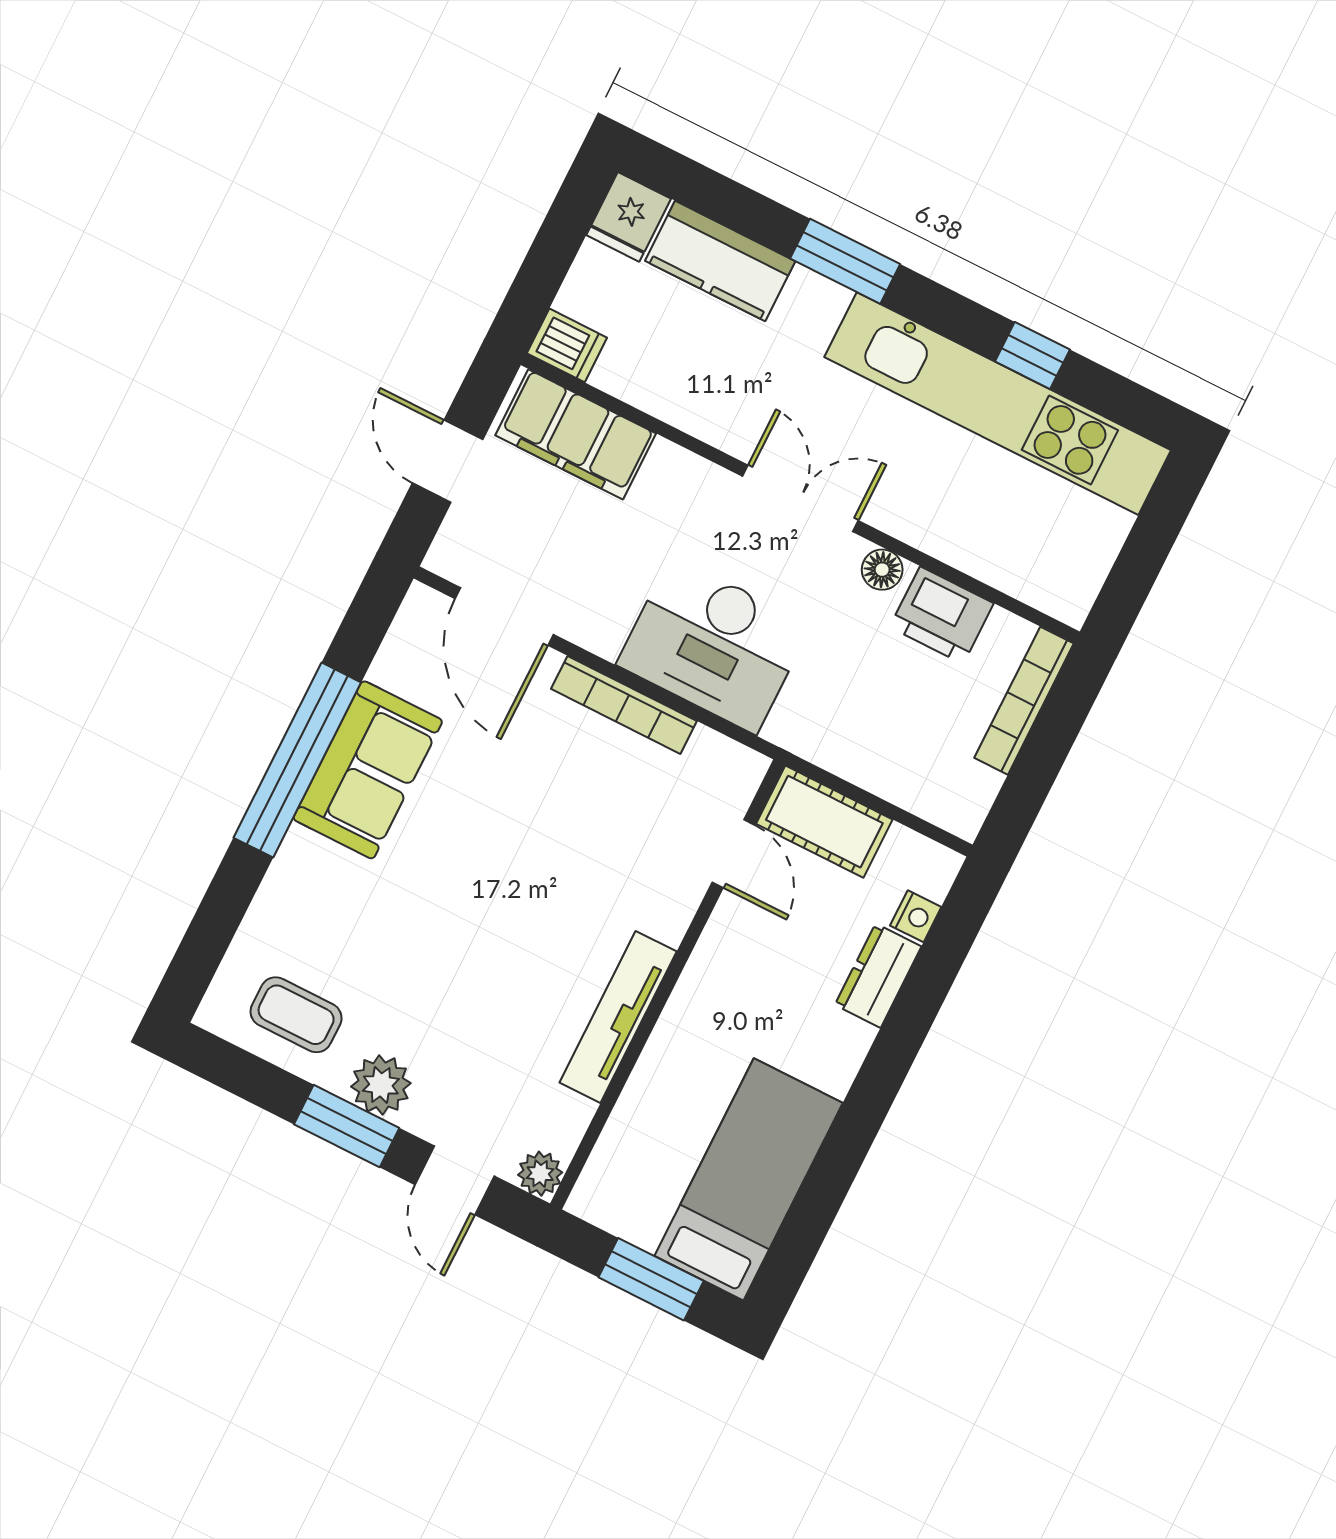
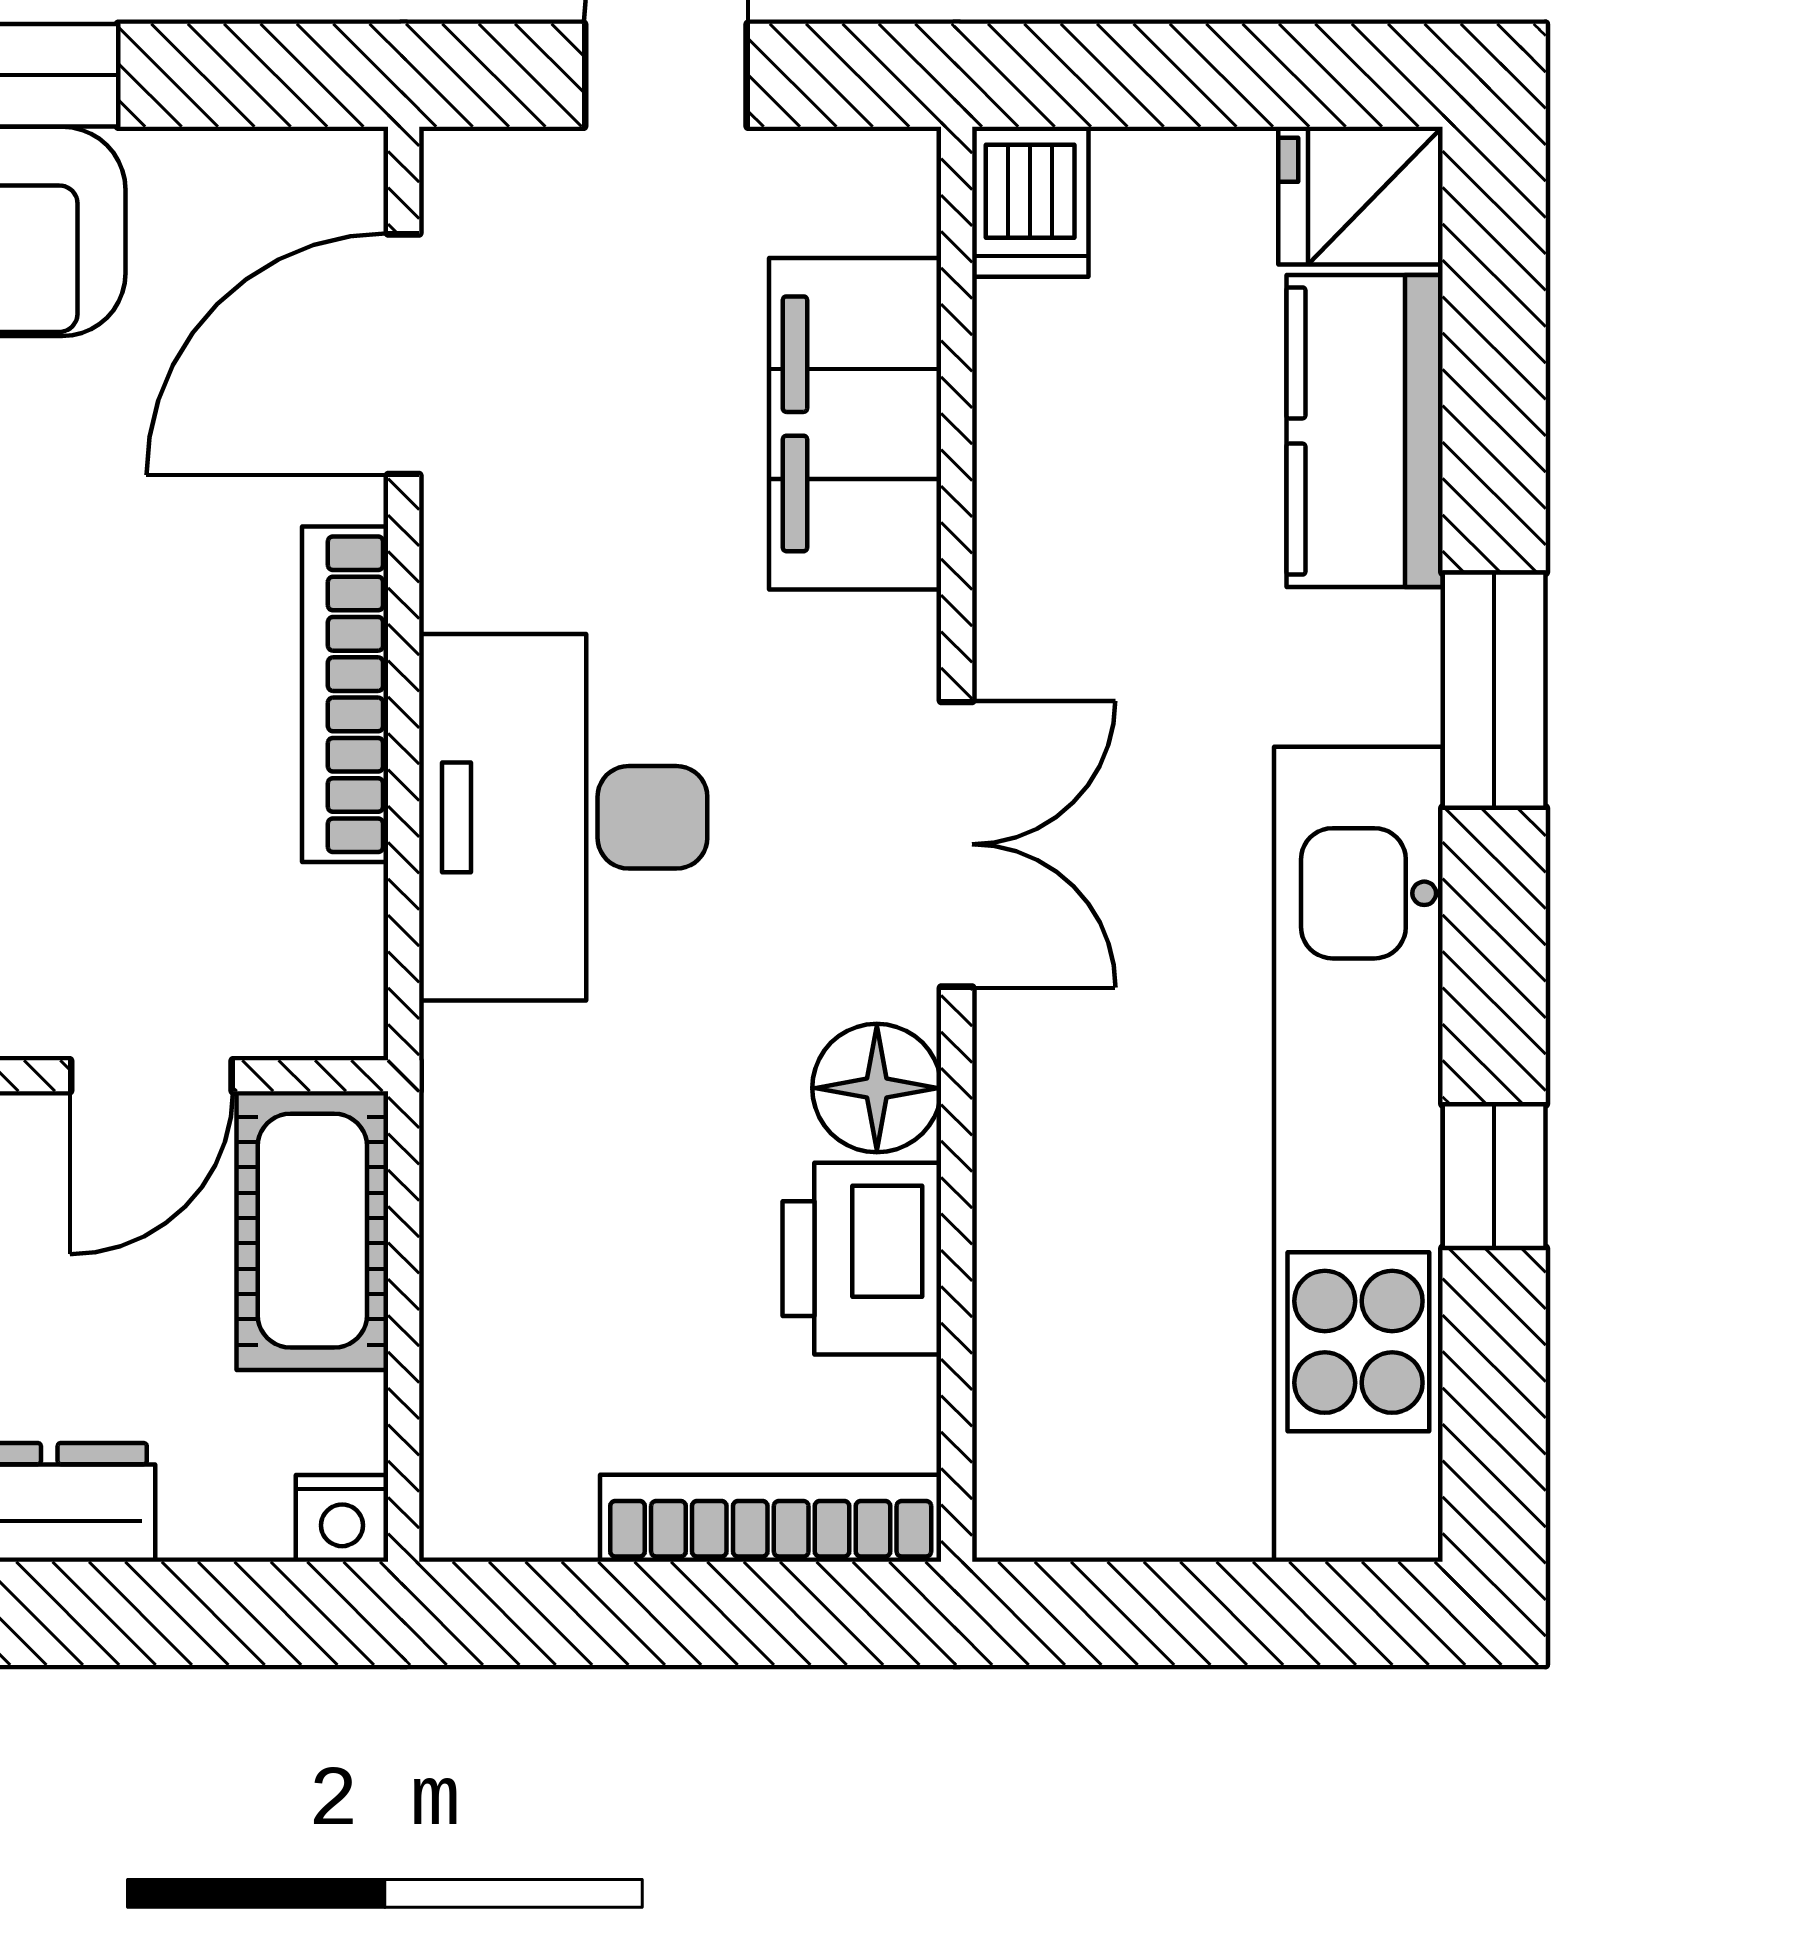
filing cabinet: (576, 434) -> (855, 424), moved
floor lamp: (882, 570) -> (877, 1088), width x1.37, depth x1.37
nightstand: (916, 916) -> (342, 1518), moved

